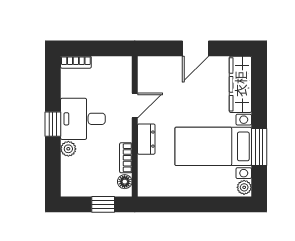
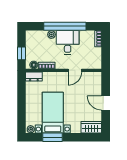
wardrobe: (240, 84) -> (91, 127), width x0.67
door: (135, 105) -> (75, 70), hinge flipped
window: (53, 124) -> (65, 26), width x3.17
dresser: (146, 139) -> (34, 77), moved

